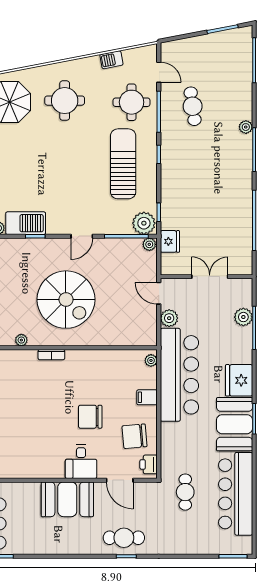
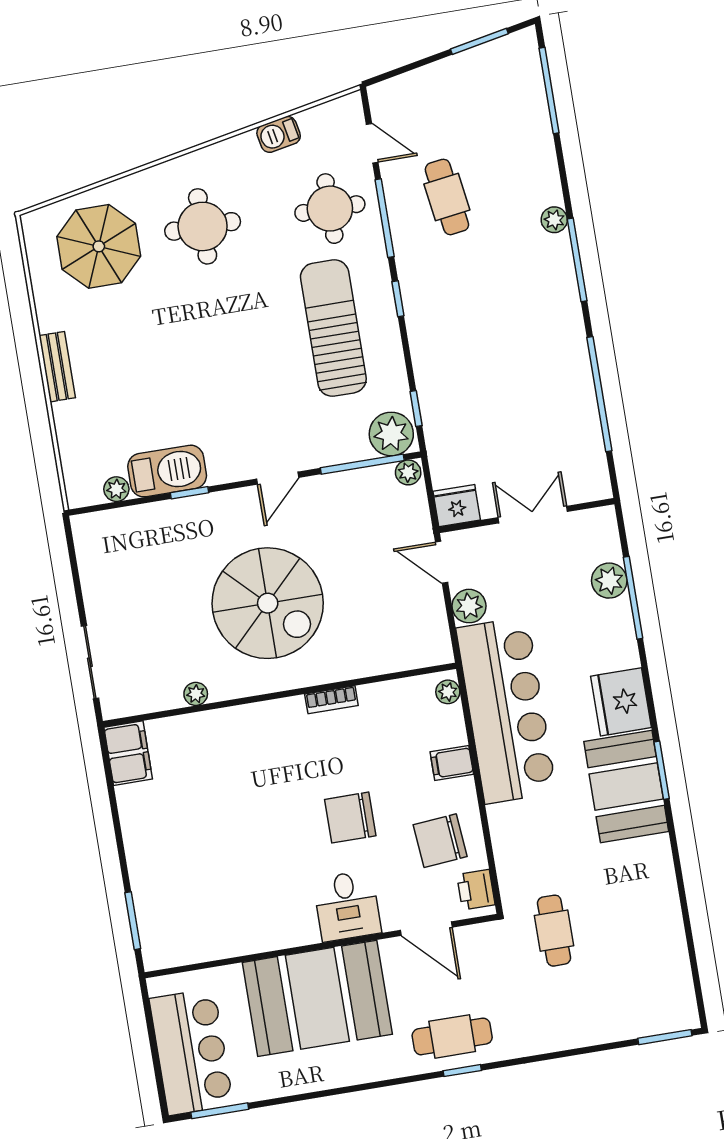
fridge: (170, 241) -> (457, 506), moved, turned -90
bookcase: (51, 355) -> (331, 700), moved
bar counter: (236, 494) -> (650, 918), removed
booth: (67, 499) -> (317, 998), width x1.36, depth x1.42

